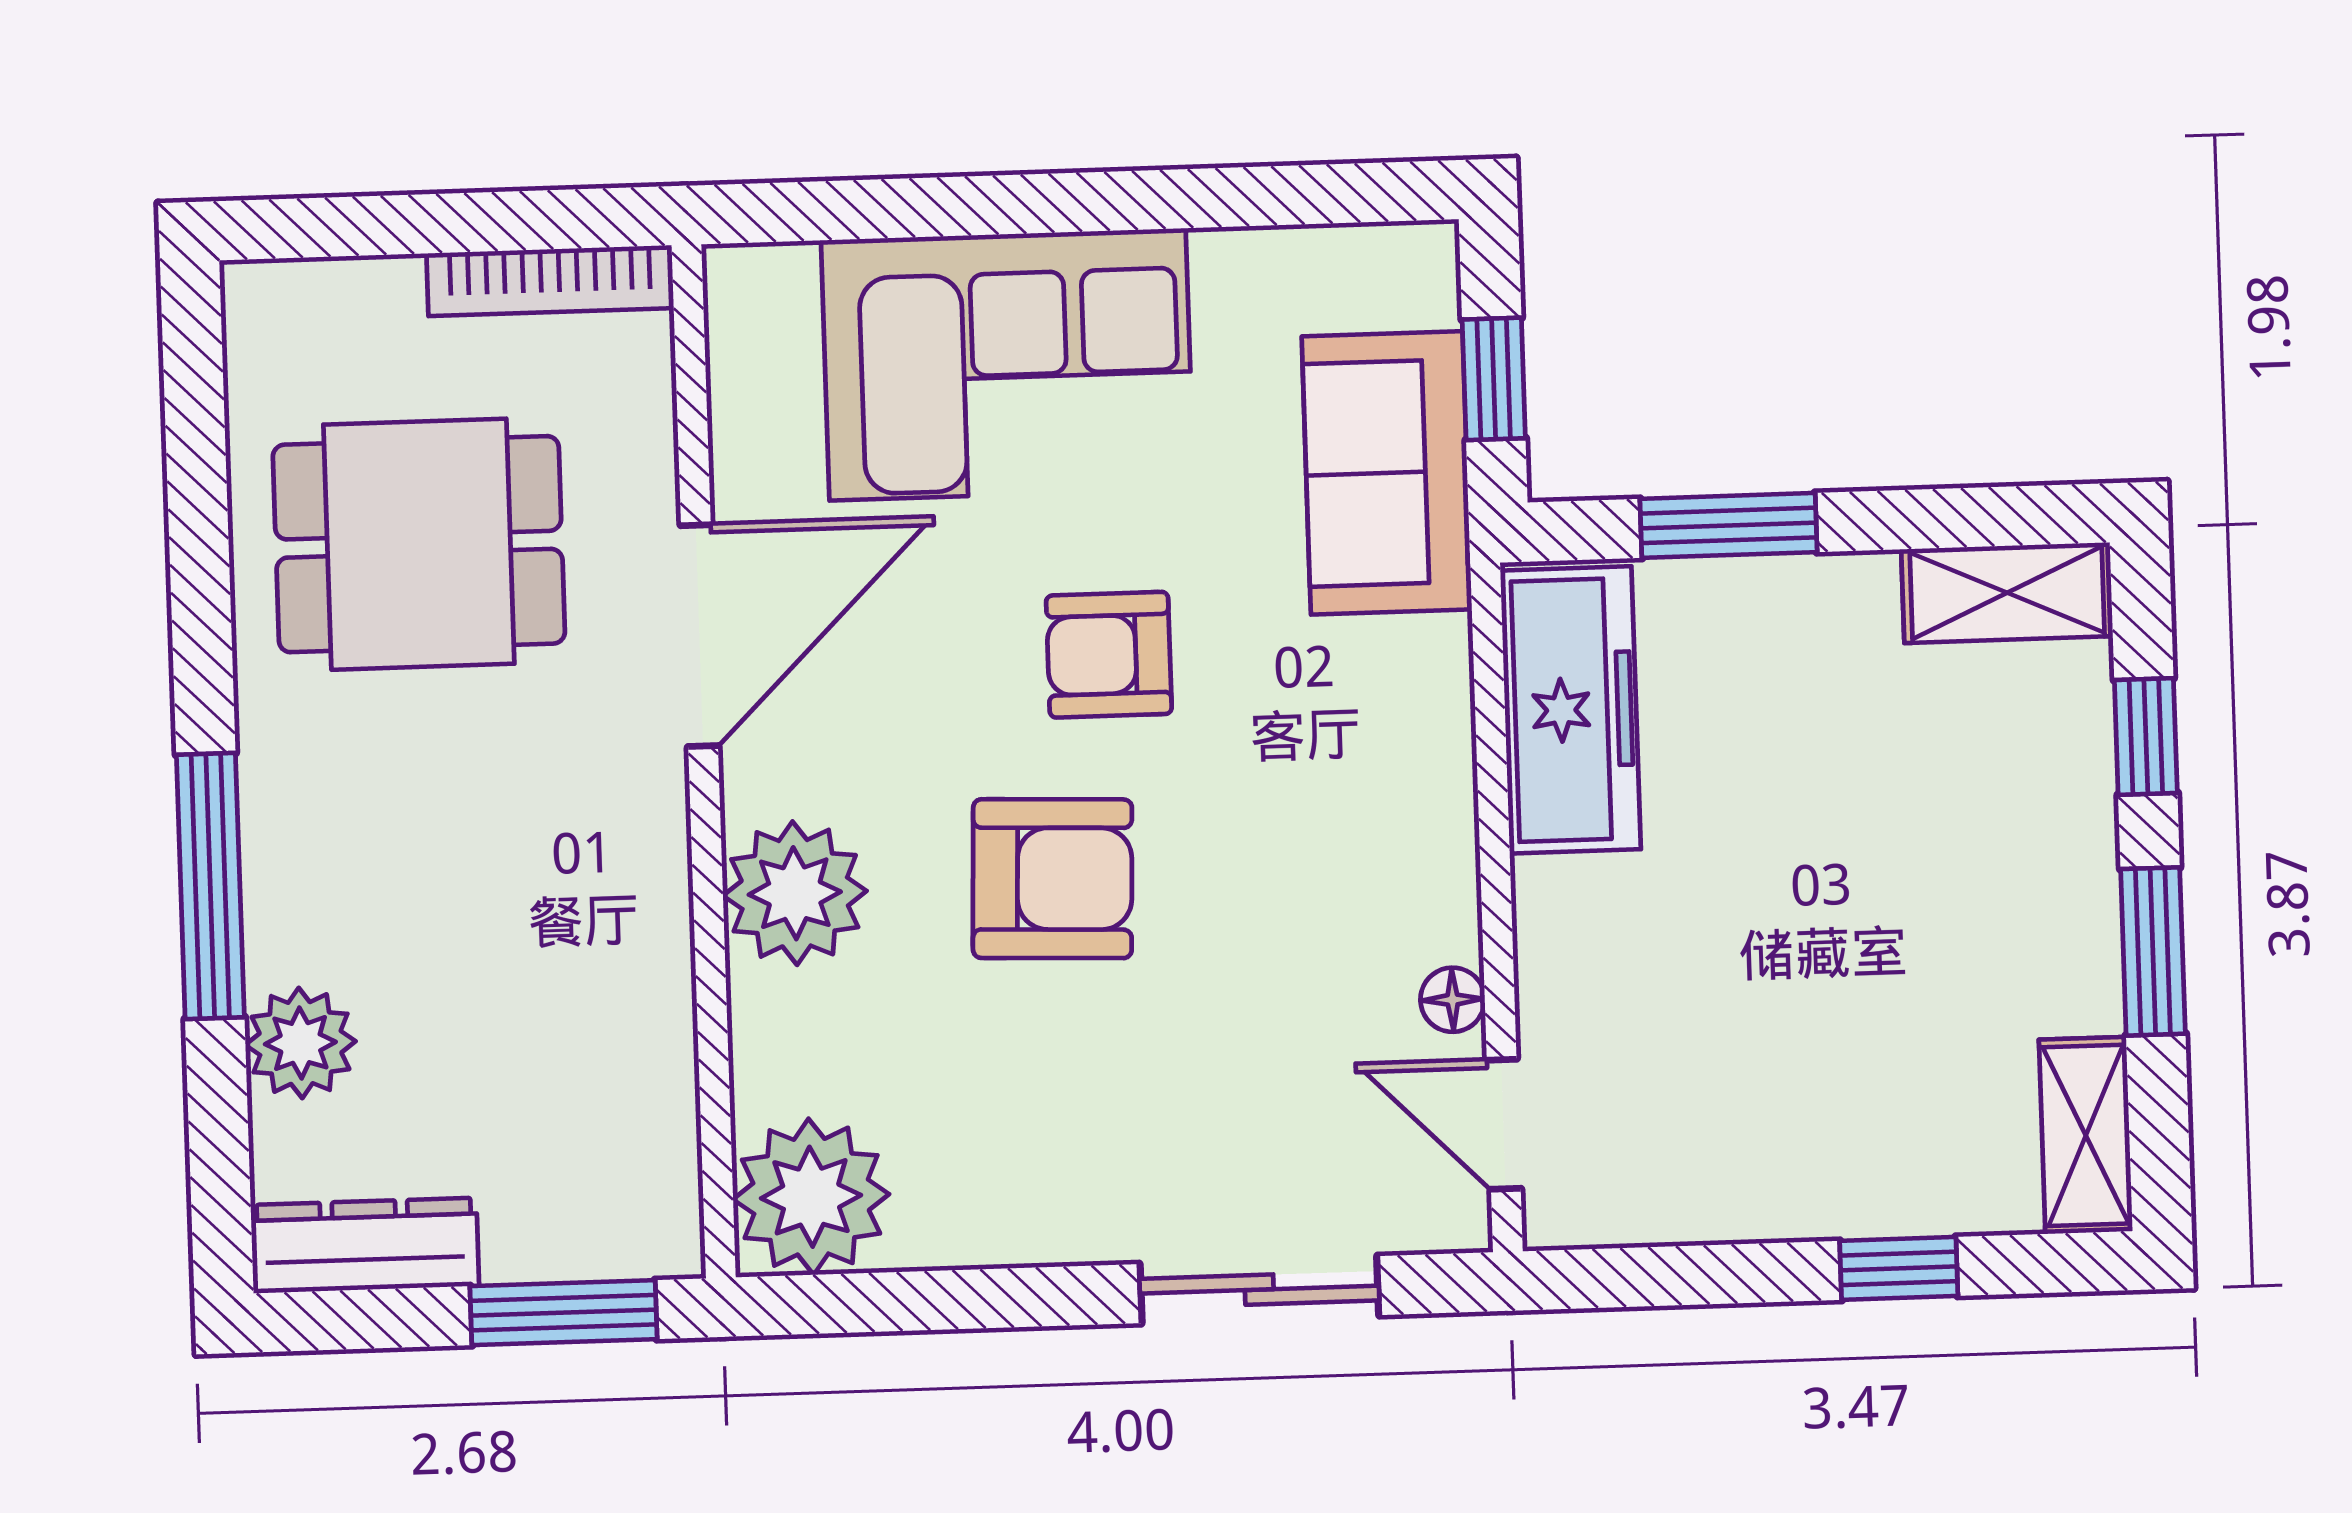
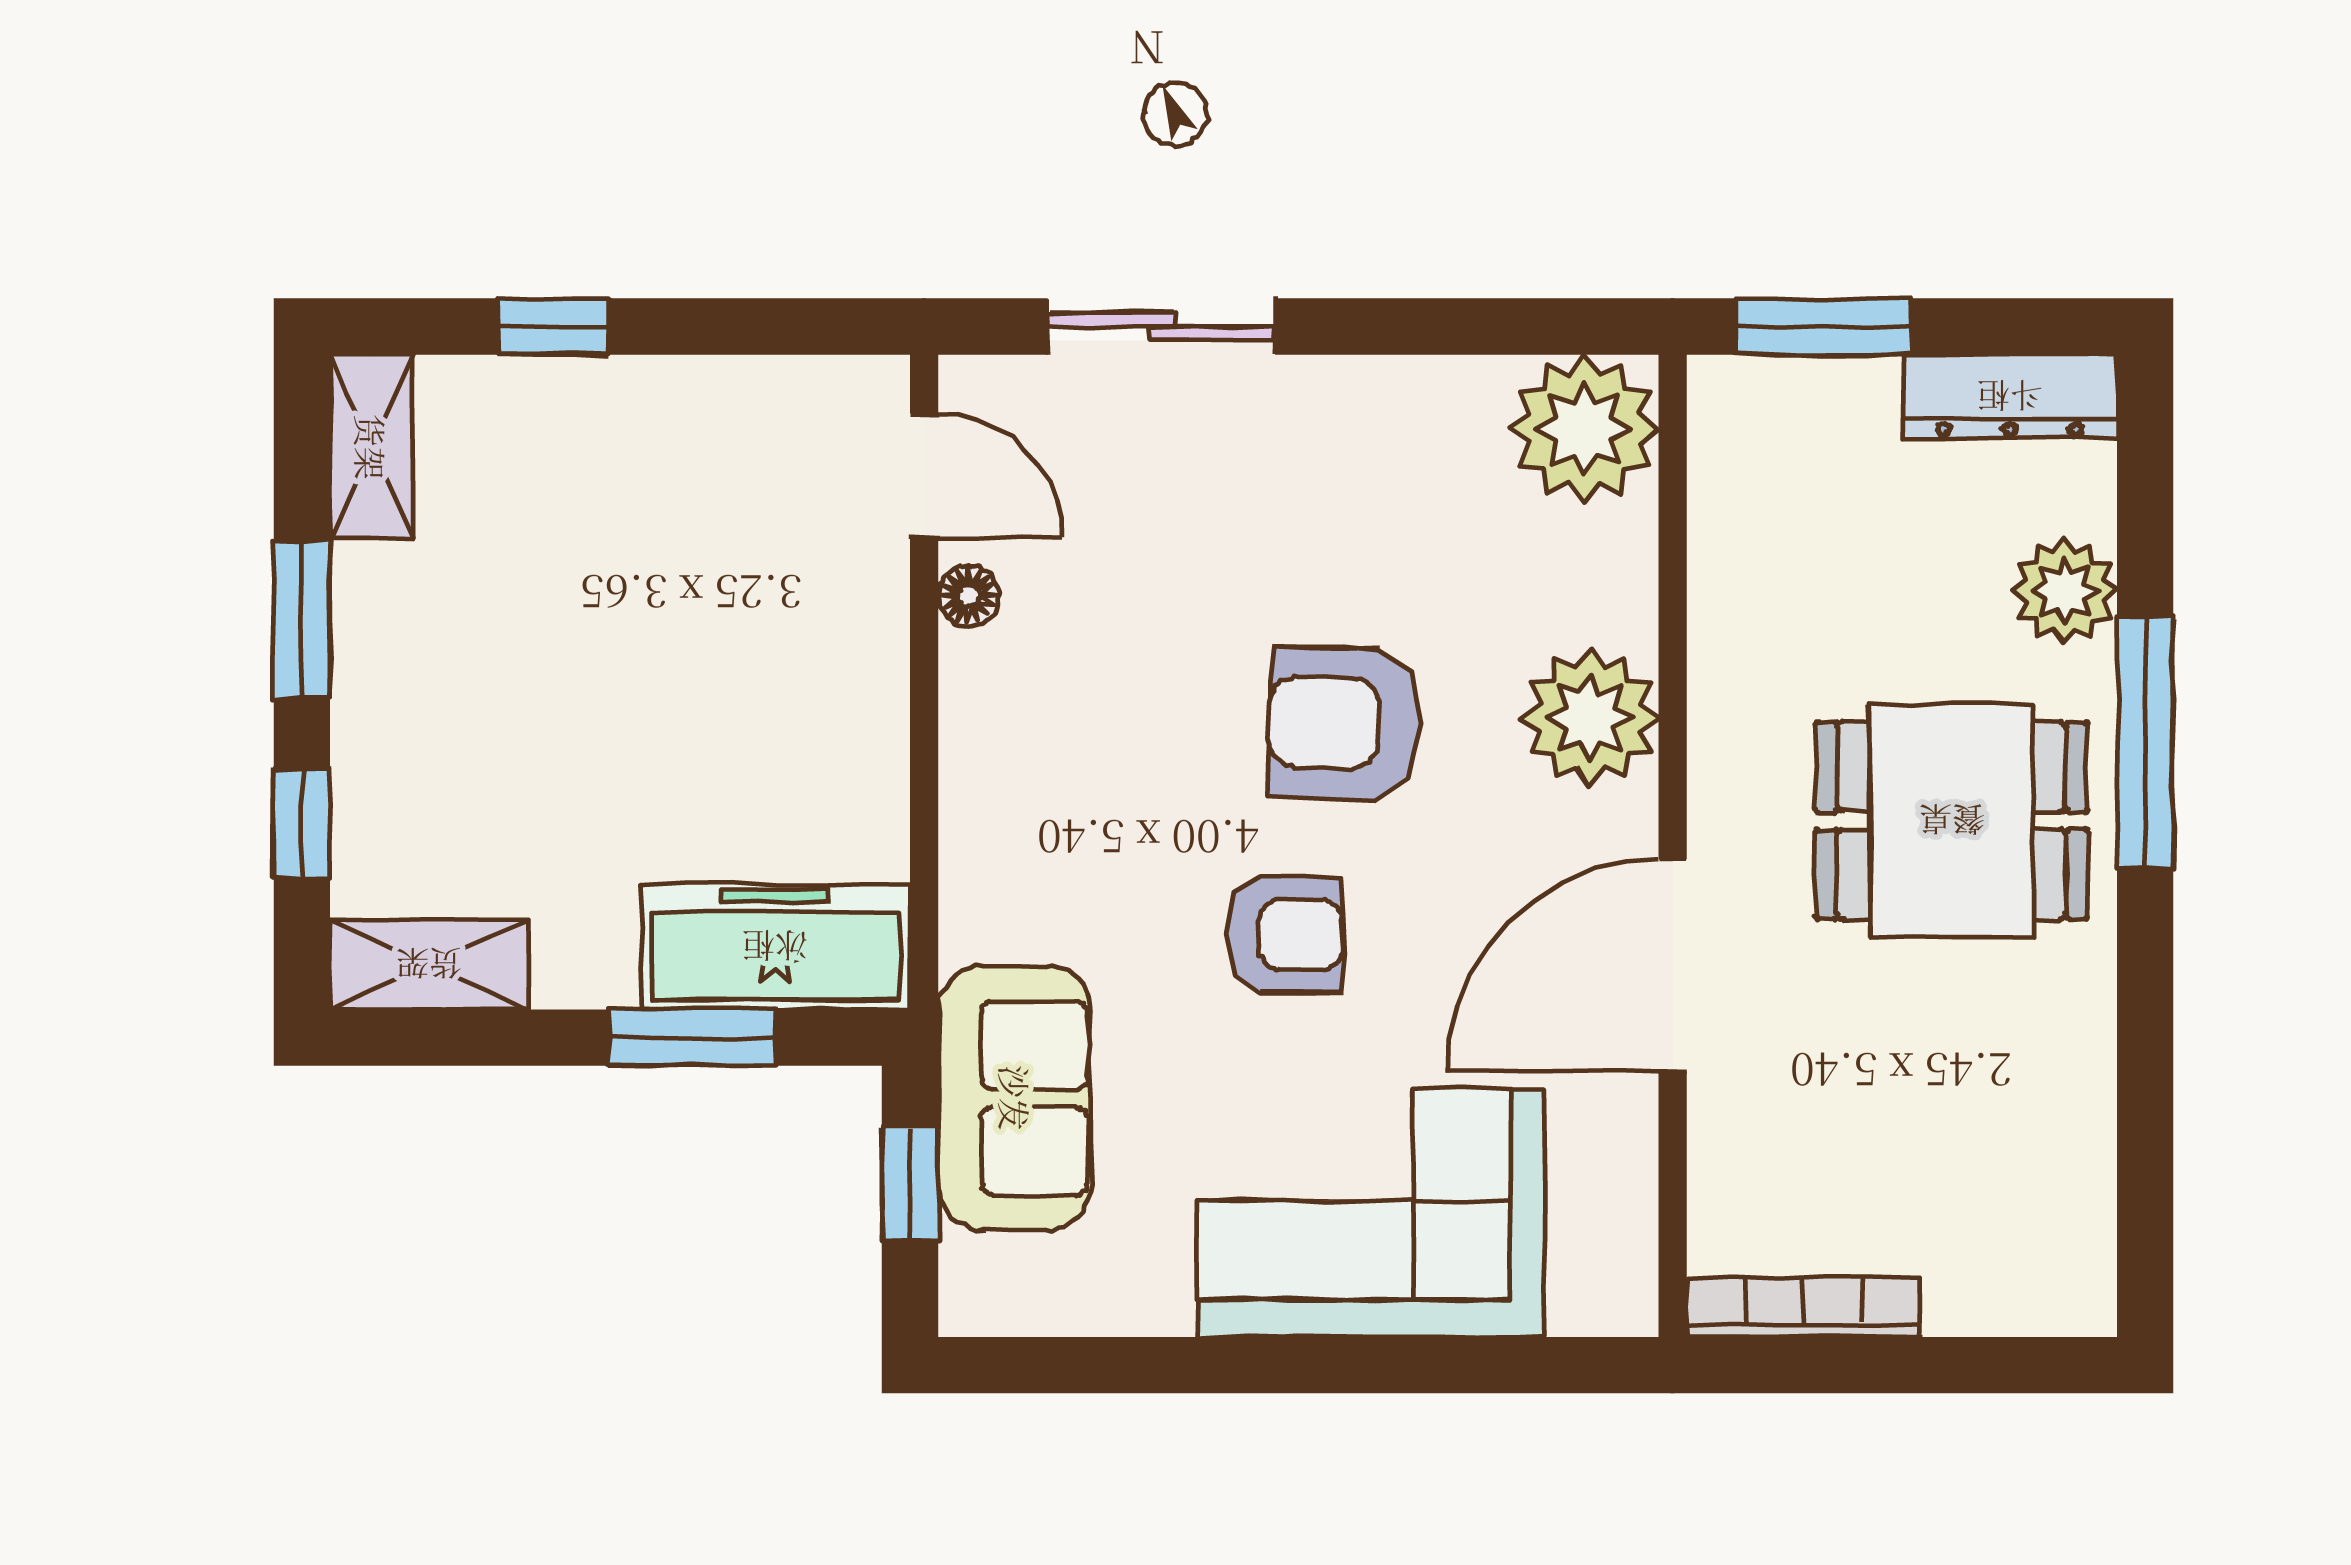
dining table: (419, 544) -> (1952, 821), moved
freezer: (1570, 710) -> (775, 947), moved, turned 90

